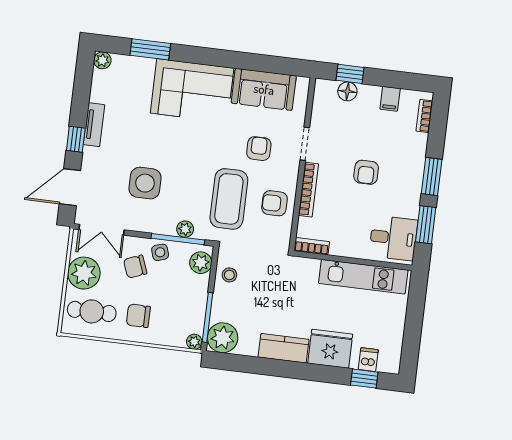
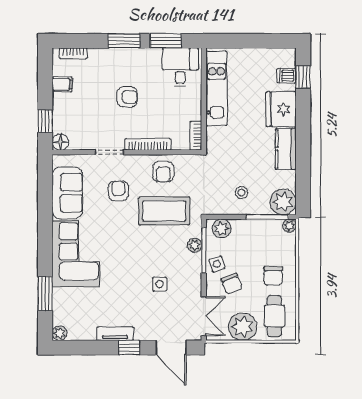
floor lamp: (347, 91) -> (60, 142), moved
armchair: (259, 149) -> (118, 191), turned 90
side table: (145, 183) -> (160, 284), width x0.54, depth x0.54
stool: (229, 275) -> (242, 193), moved

